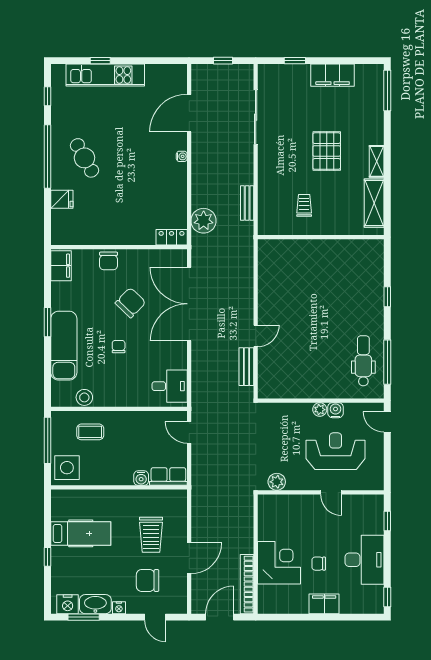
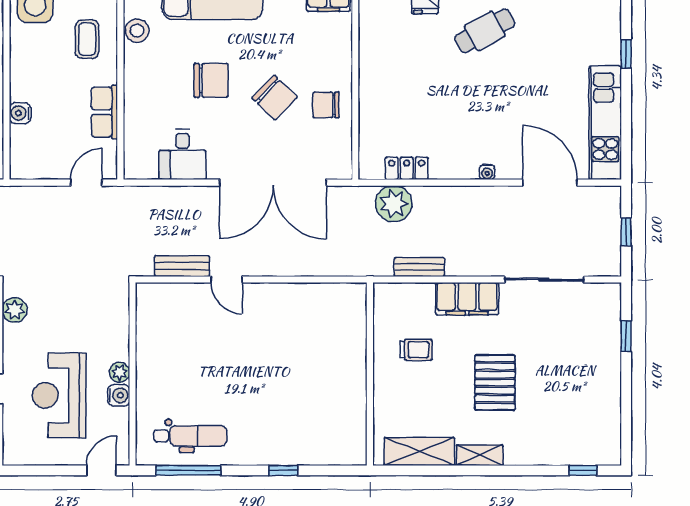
kitchen unit: (105, 75) -> (605, 123), moved
filing cabinet: (333, 75) -> (467, 299), moved, turned -90
window: (387, 91) -> (583, 470), width x0.46
pallet: (327, 151) -> (495, 383), turned 90
locker: (172, 237) -> (407, 168), moved, turned -90
chair: (109, 261) -> (326, 105), moved
double door: (189, 304) -> (273, 183), swing flipped
chair: (119, 347) -> (211, 80), width x1.87, depth x1.87
desk: (170, 386) -> (183, 154), moved
reception desk: (336, 451) -> (59, 395), turned 180
row of seats: (168, 476) -> (105, 112), moved, turned 180

